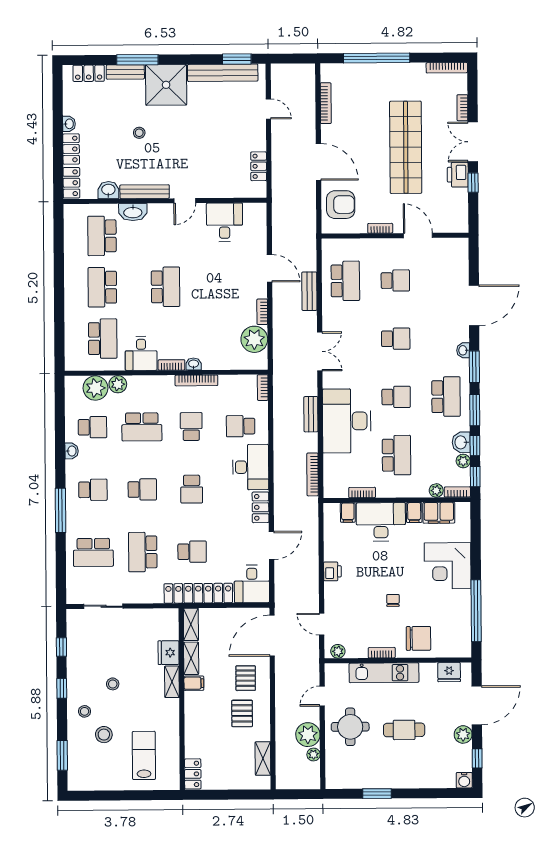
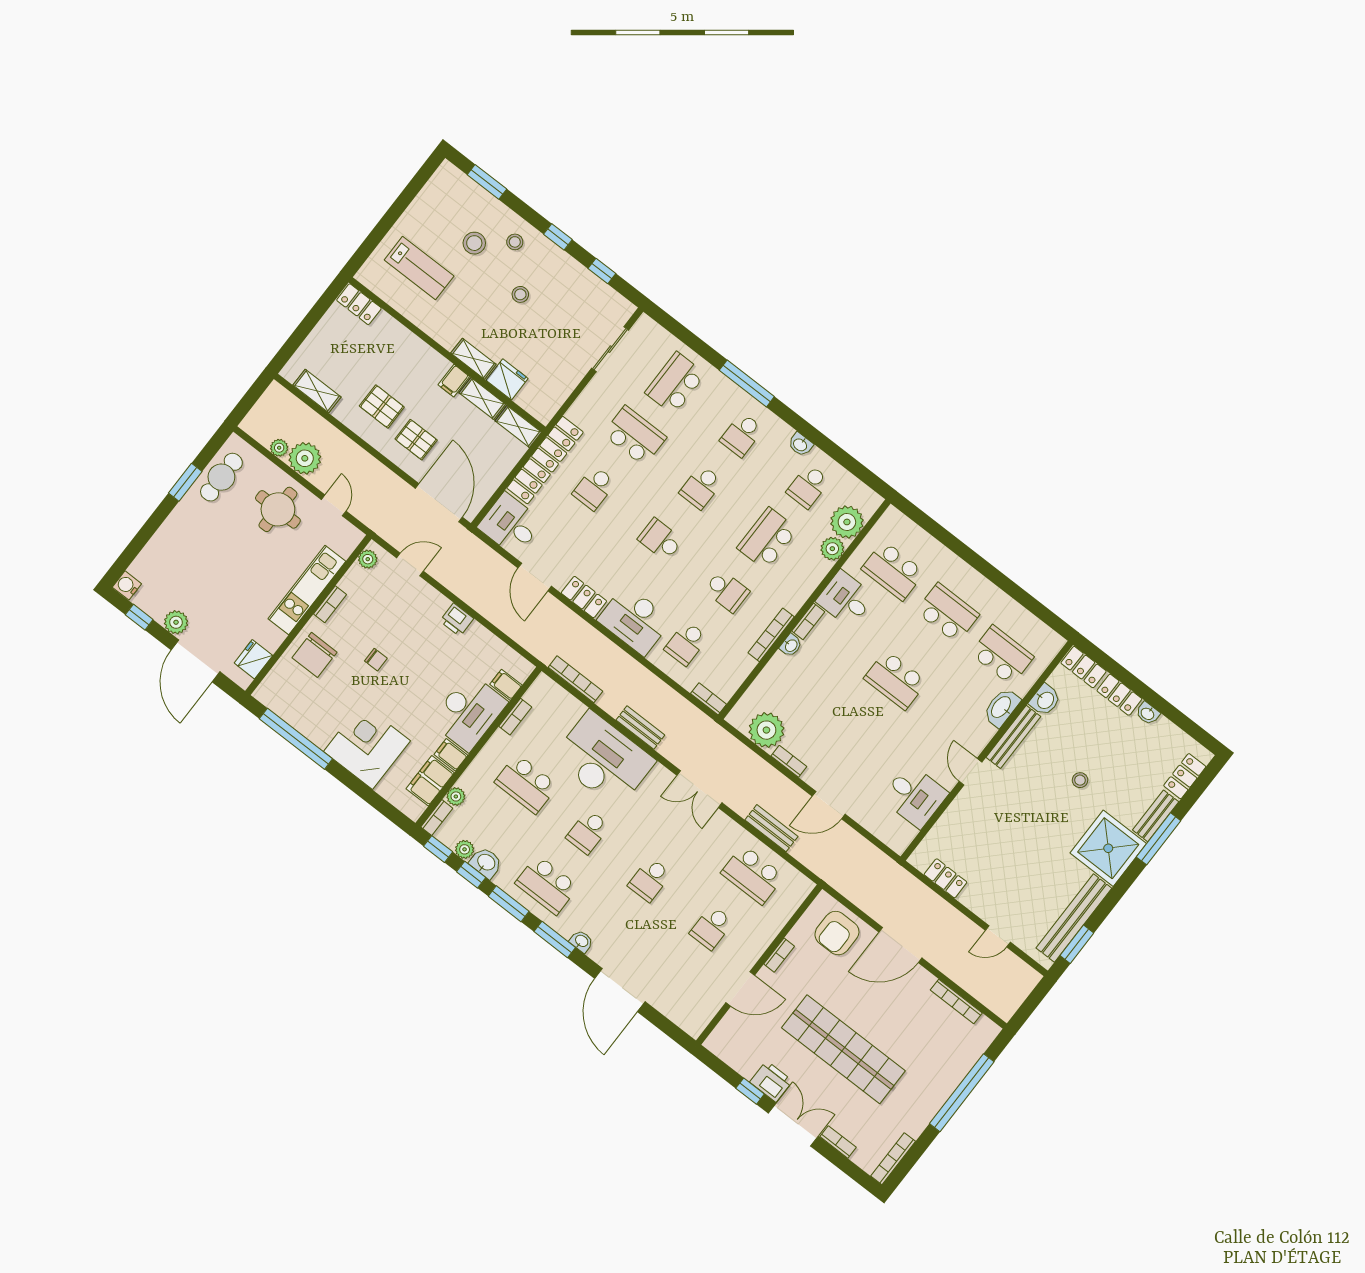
school desk: (241, 426) -> (686, 643), turned 180
cafe table: (404, 730) -> (221, 477), moved

